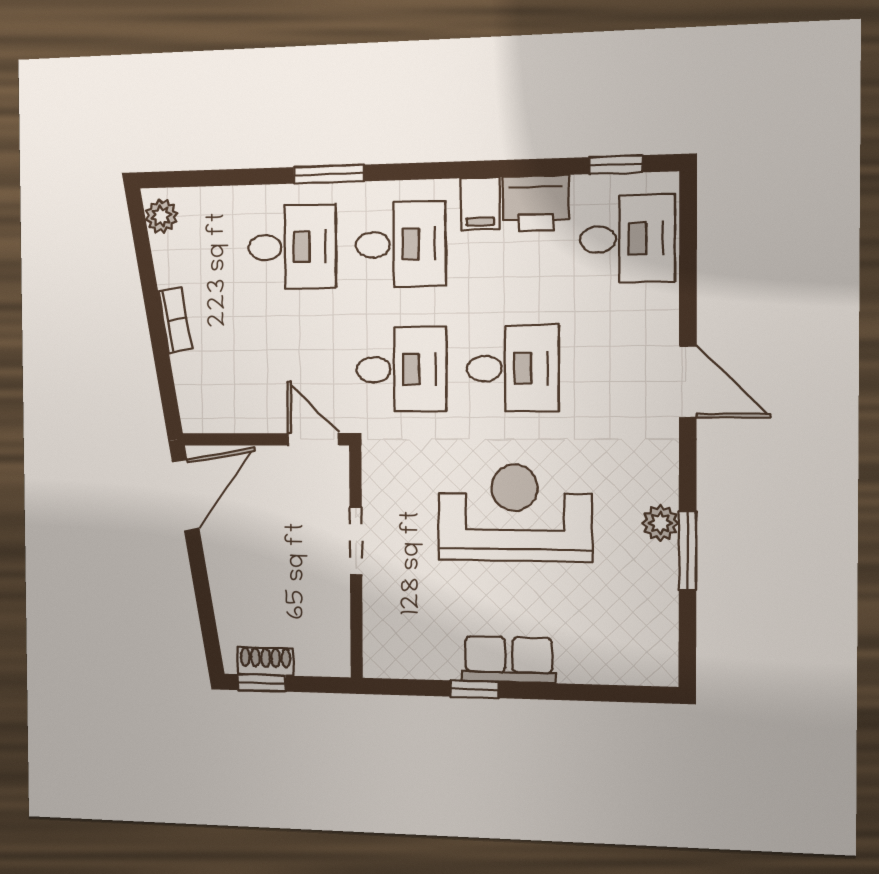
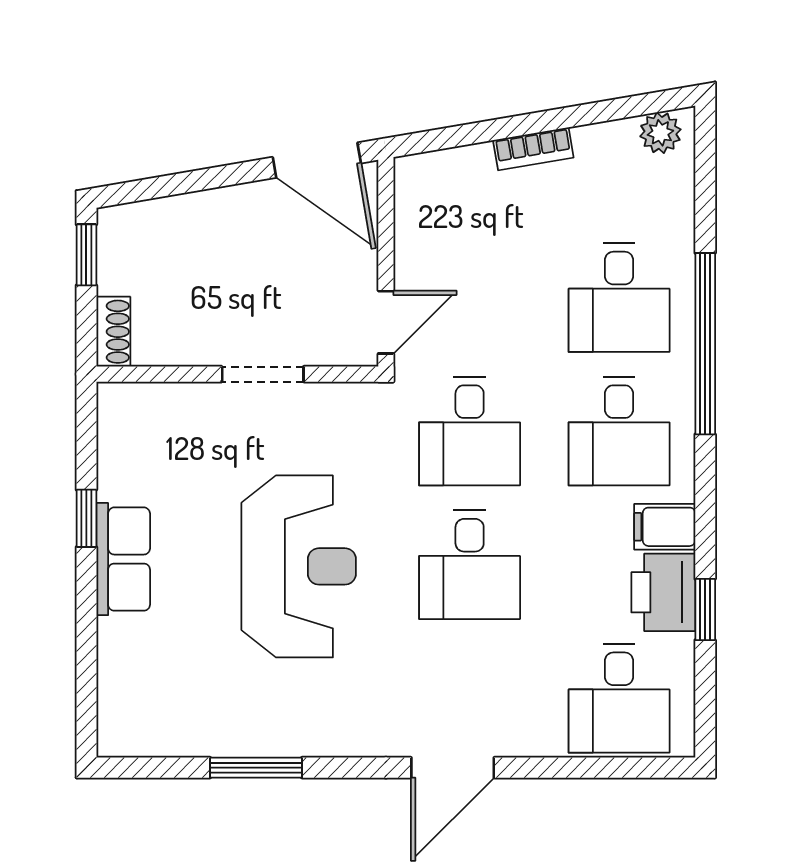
window: (616, 165) -> (705, 609), moved
window: (329, 174) -> (705, 344), width x2.11
plant: (660, 523) -> (288, 737), removed
shoe rack: (265, 661) -> (113, 332), moved

